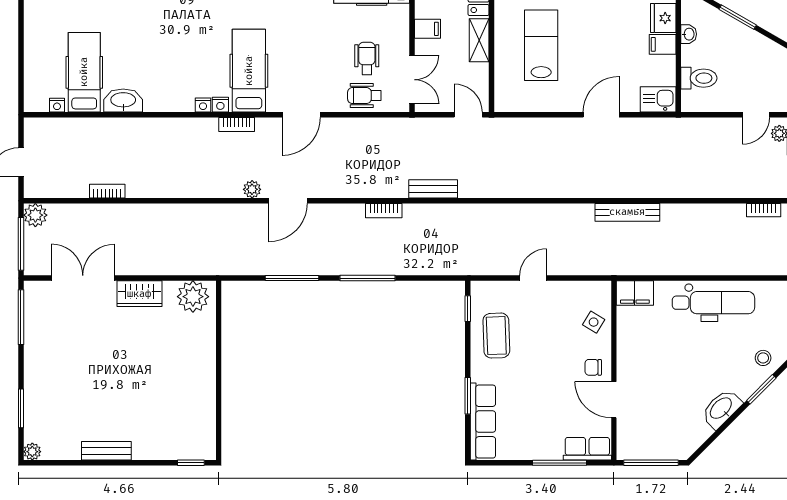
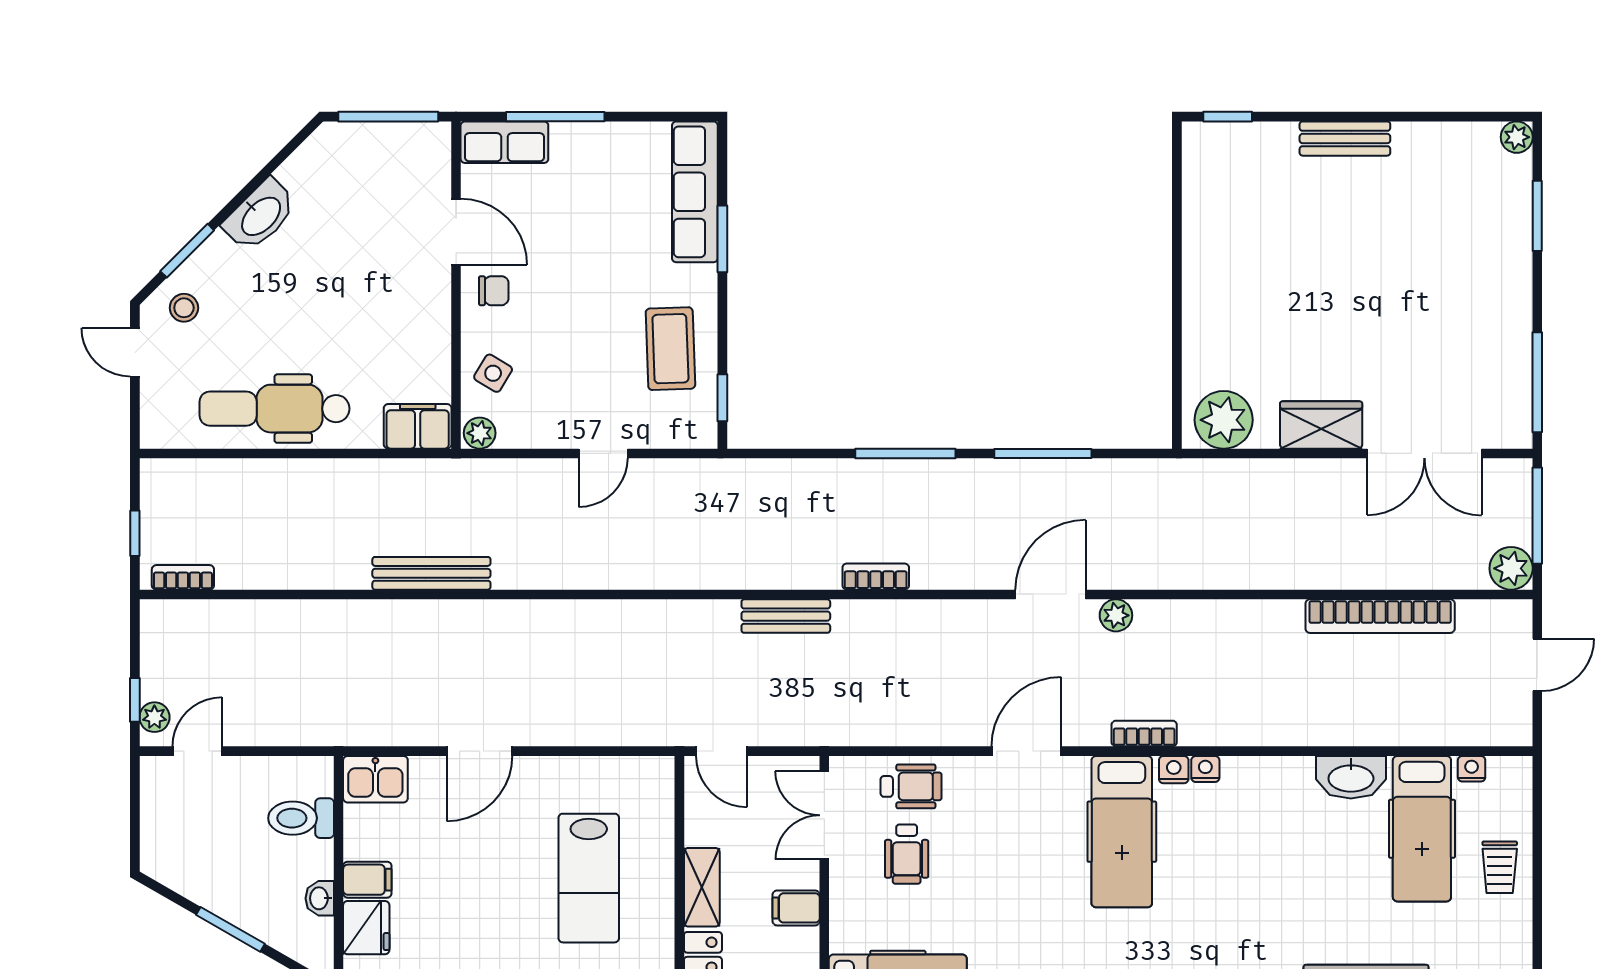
trolley: (42, 51) -> (1500, 867), added
bookcase: (107, 191) -> (1380, 616), width x2.31, depth x1.31
plant: (601, 289) -> (480, 433), added
bench: (106, 451) -> (1345, 139), moved

